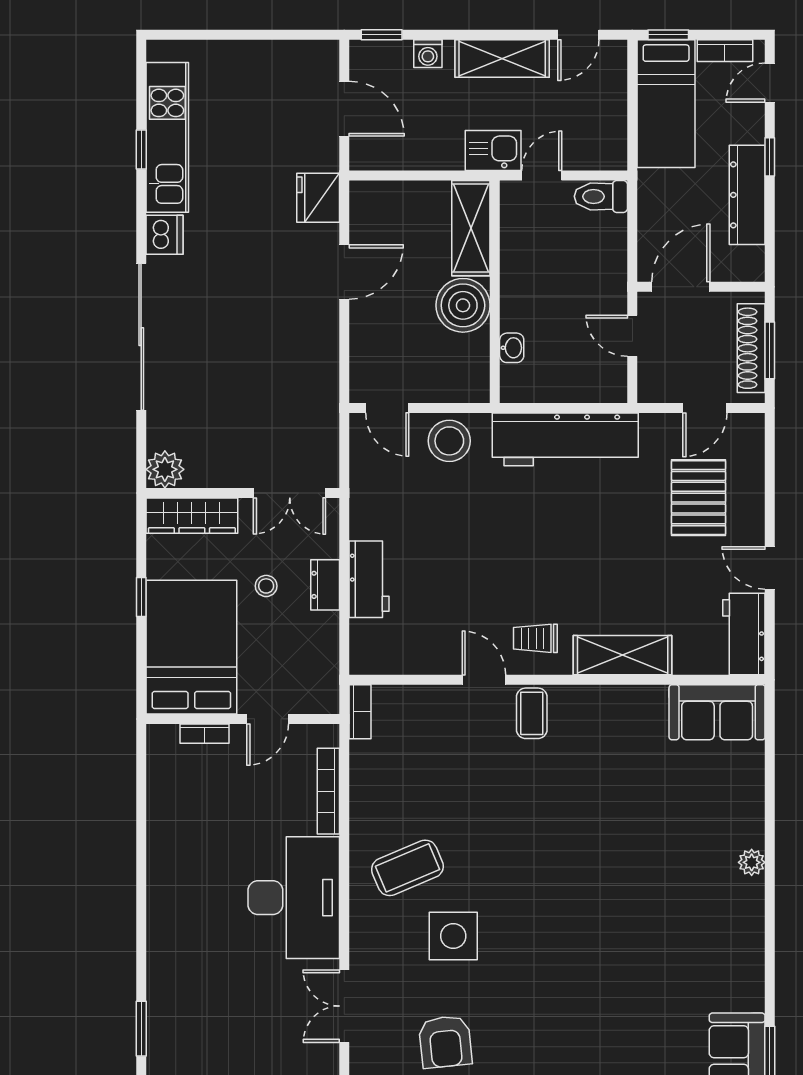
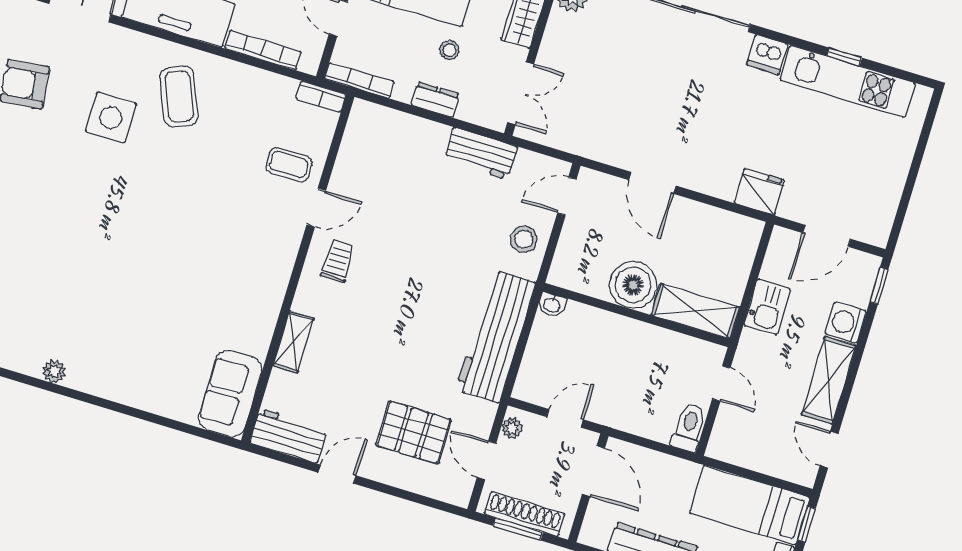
washing machine: (428, 54) -> (846, 323), width x1.38, depth x1.38
kitchen sink: (493, 150) -> (767, 307), moved
door: (344, 272) -> (652, 183), moved
washbasin: (512, 348) -> (552, 305), moved
plant: (661, 391) -> (512, 428), added
stool: (449, 441) -> (524, 239), width x0.73, depth x0.73
double door: (290, 493) -> (521, 93), swing flipped
workbench: (369, 579) -> (481, 153), moved
shelving: (623, 655) -> (293, 342), width x0.67, depth x0.75
bookcase: (329, 675) -> (359, 80), added
coffee table: (532, 713) -> (289, 165), moved
plant: (752, 862) -> (54, 371), moved

